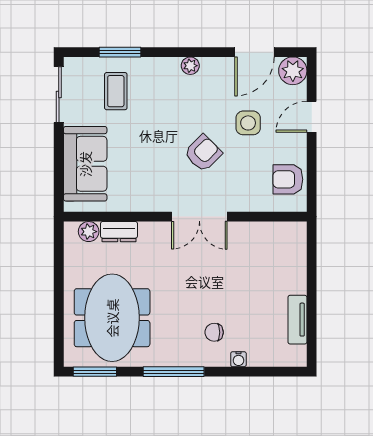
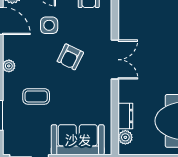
coffee table: (116, 91) -> (36, 96), moved
armchair: (203, 153) -> (70, 57), turned -109

